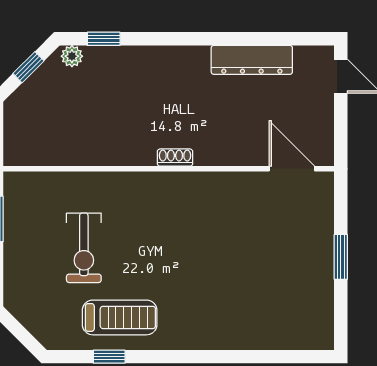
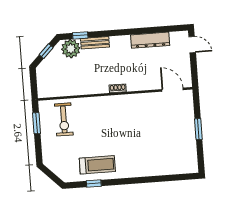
plant: (72, 56) -> (71, 49), width x1.88, depth x1.88
bench: (134, 57) -> (95, 43), added
exercise bike: (84, 248) -> (64, 119), moved

